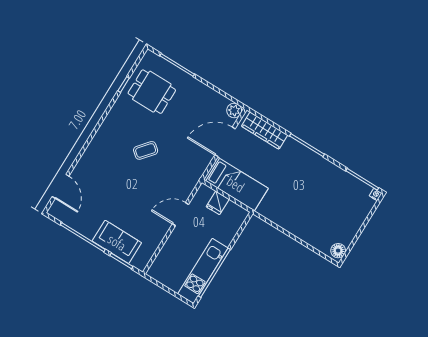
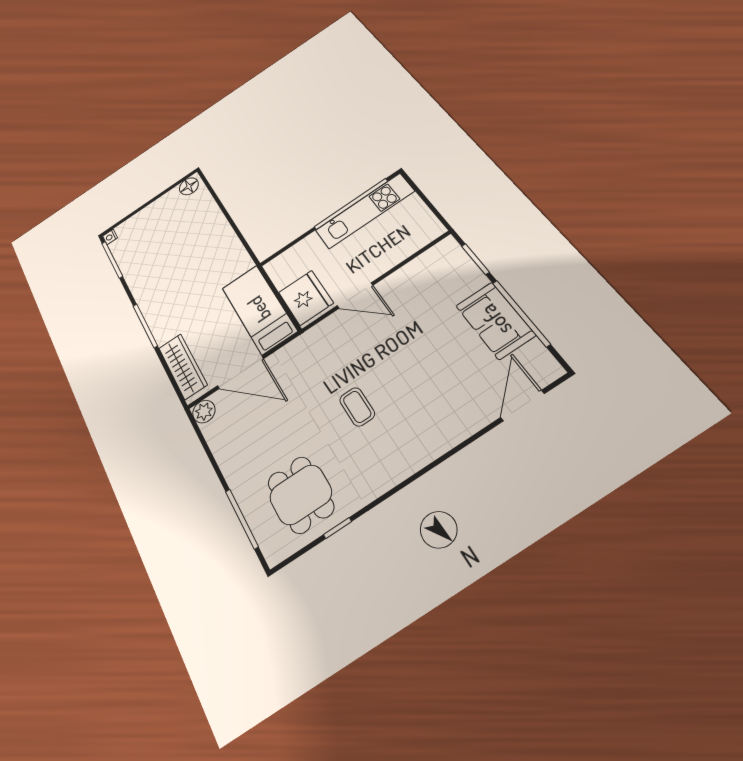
coffee table: (146, 150) -> (357, 407), turned 50
fridge: (218, 203) -> (306, 298), width x1.88, depth x1.34
sofa: (117, 242) -> (495, 320), moved

